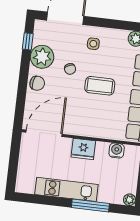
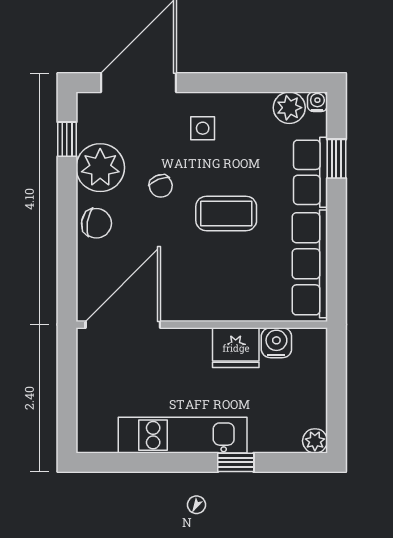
fridge: (83, 149) -> (236, 348), moved
window: (90, 206) -> (236, 462), width x0.46

